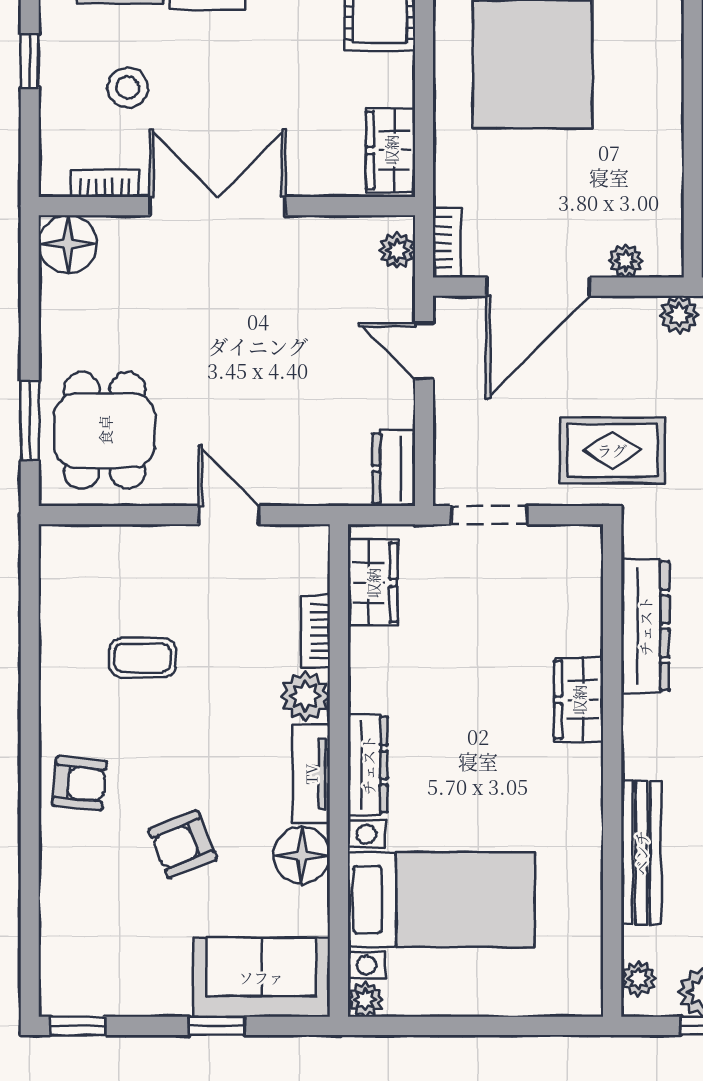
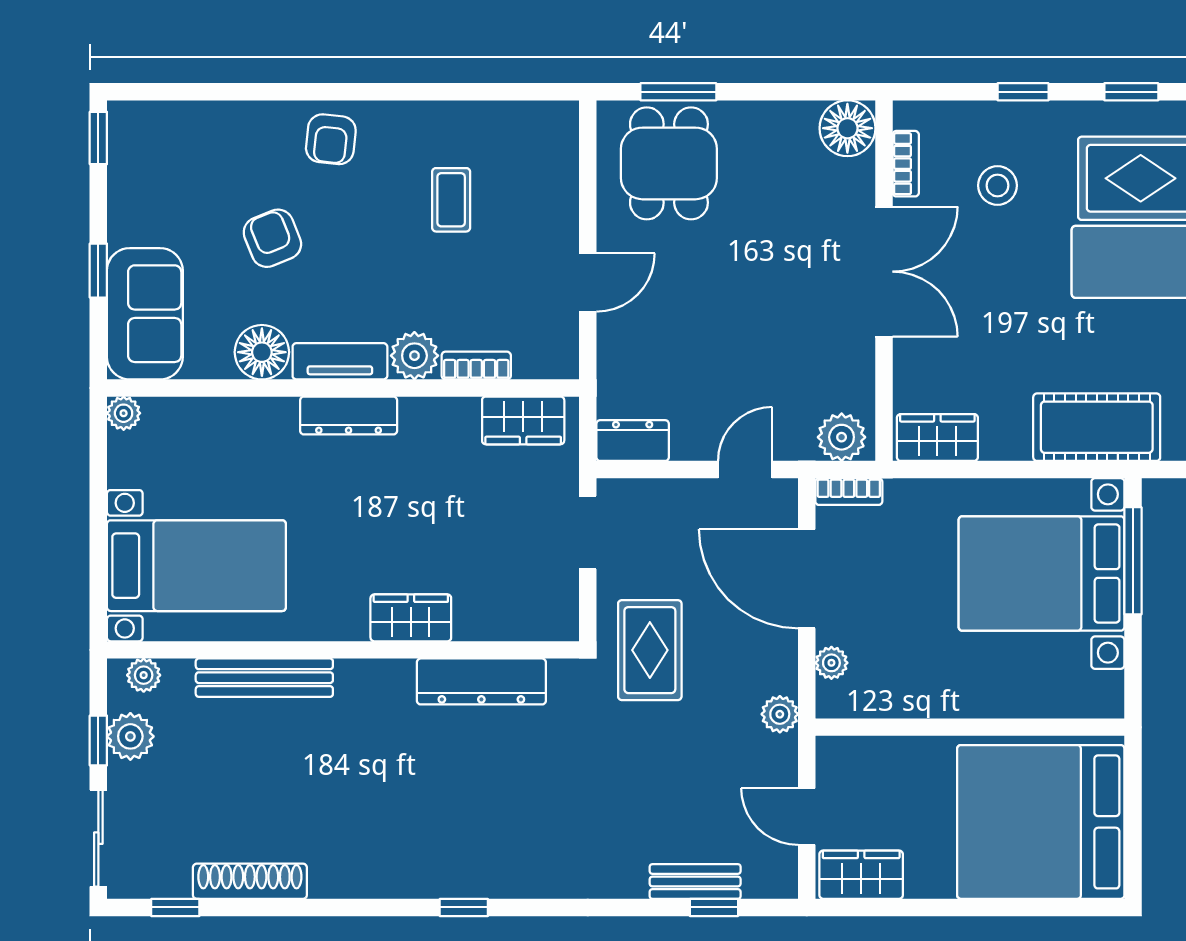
plant: (397, 250) -> (842, 437), width x1.38, depth x1.38
dining table: (105, 430) -> (669, 163), turned 90
bed with nightstands: (441, 900) -> (196, 566), moved, turned -90

